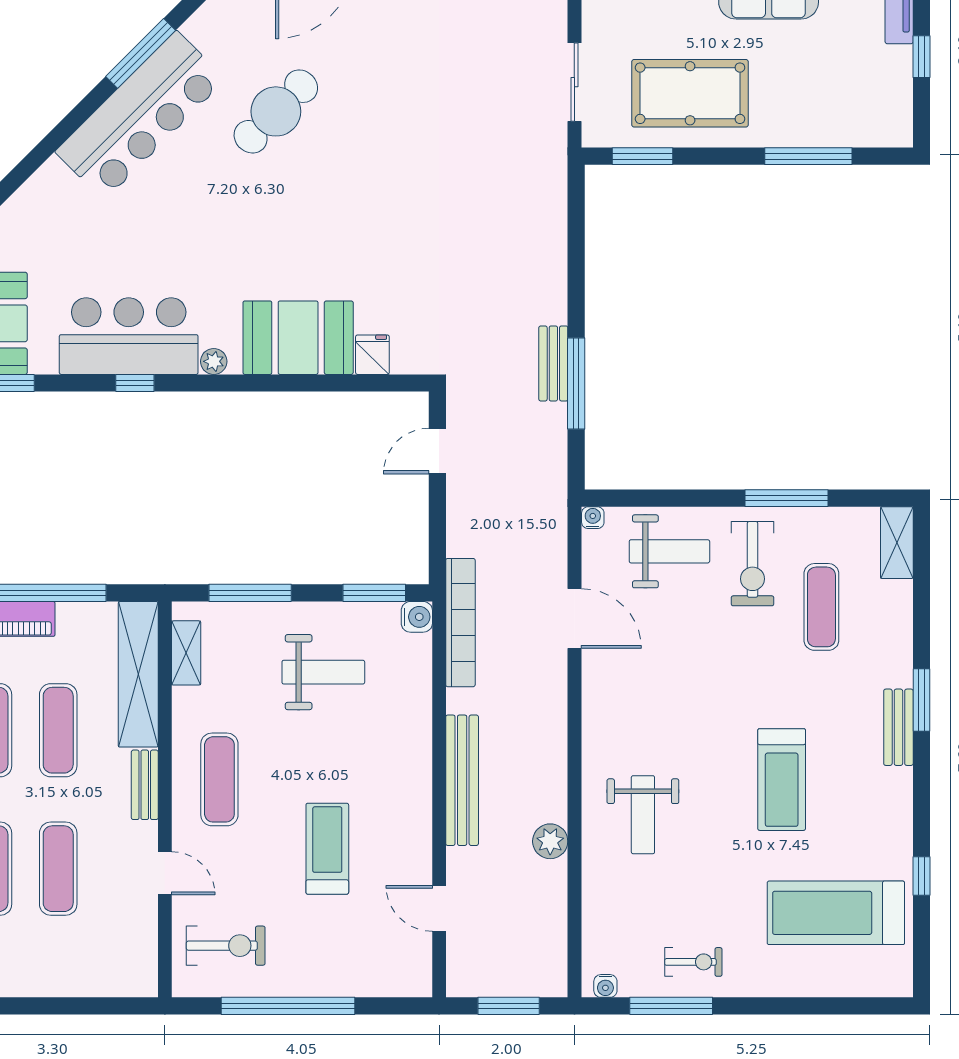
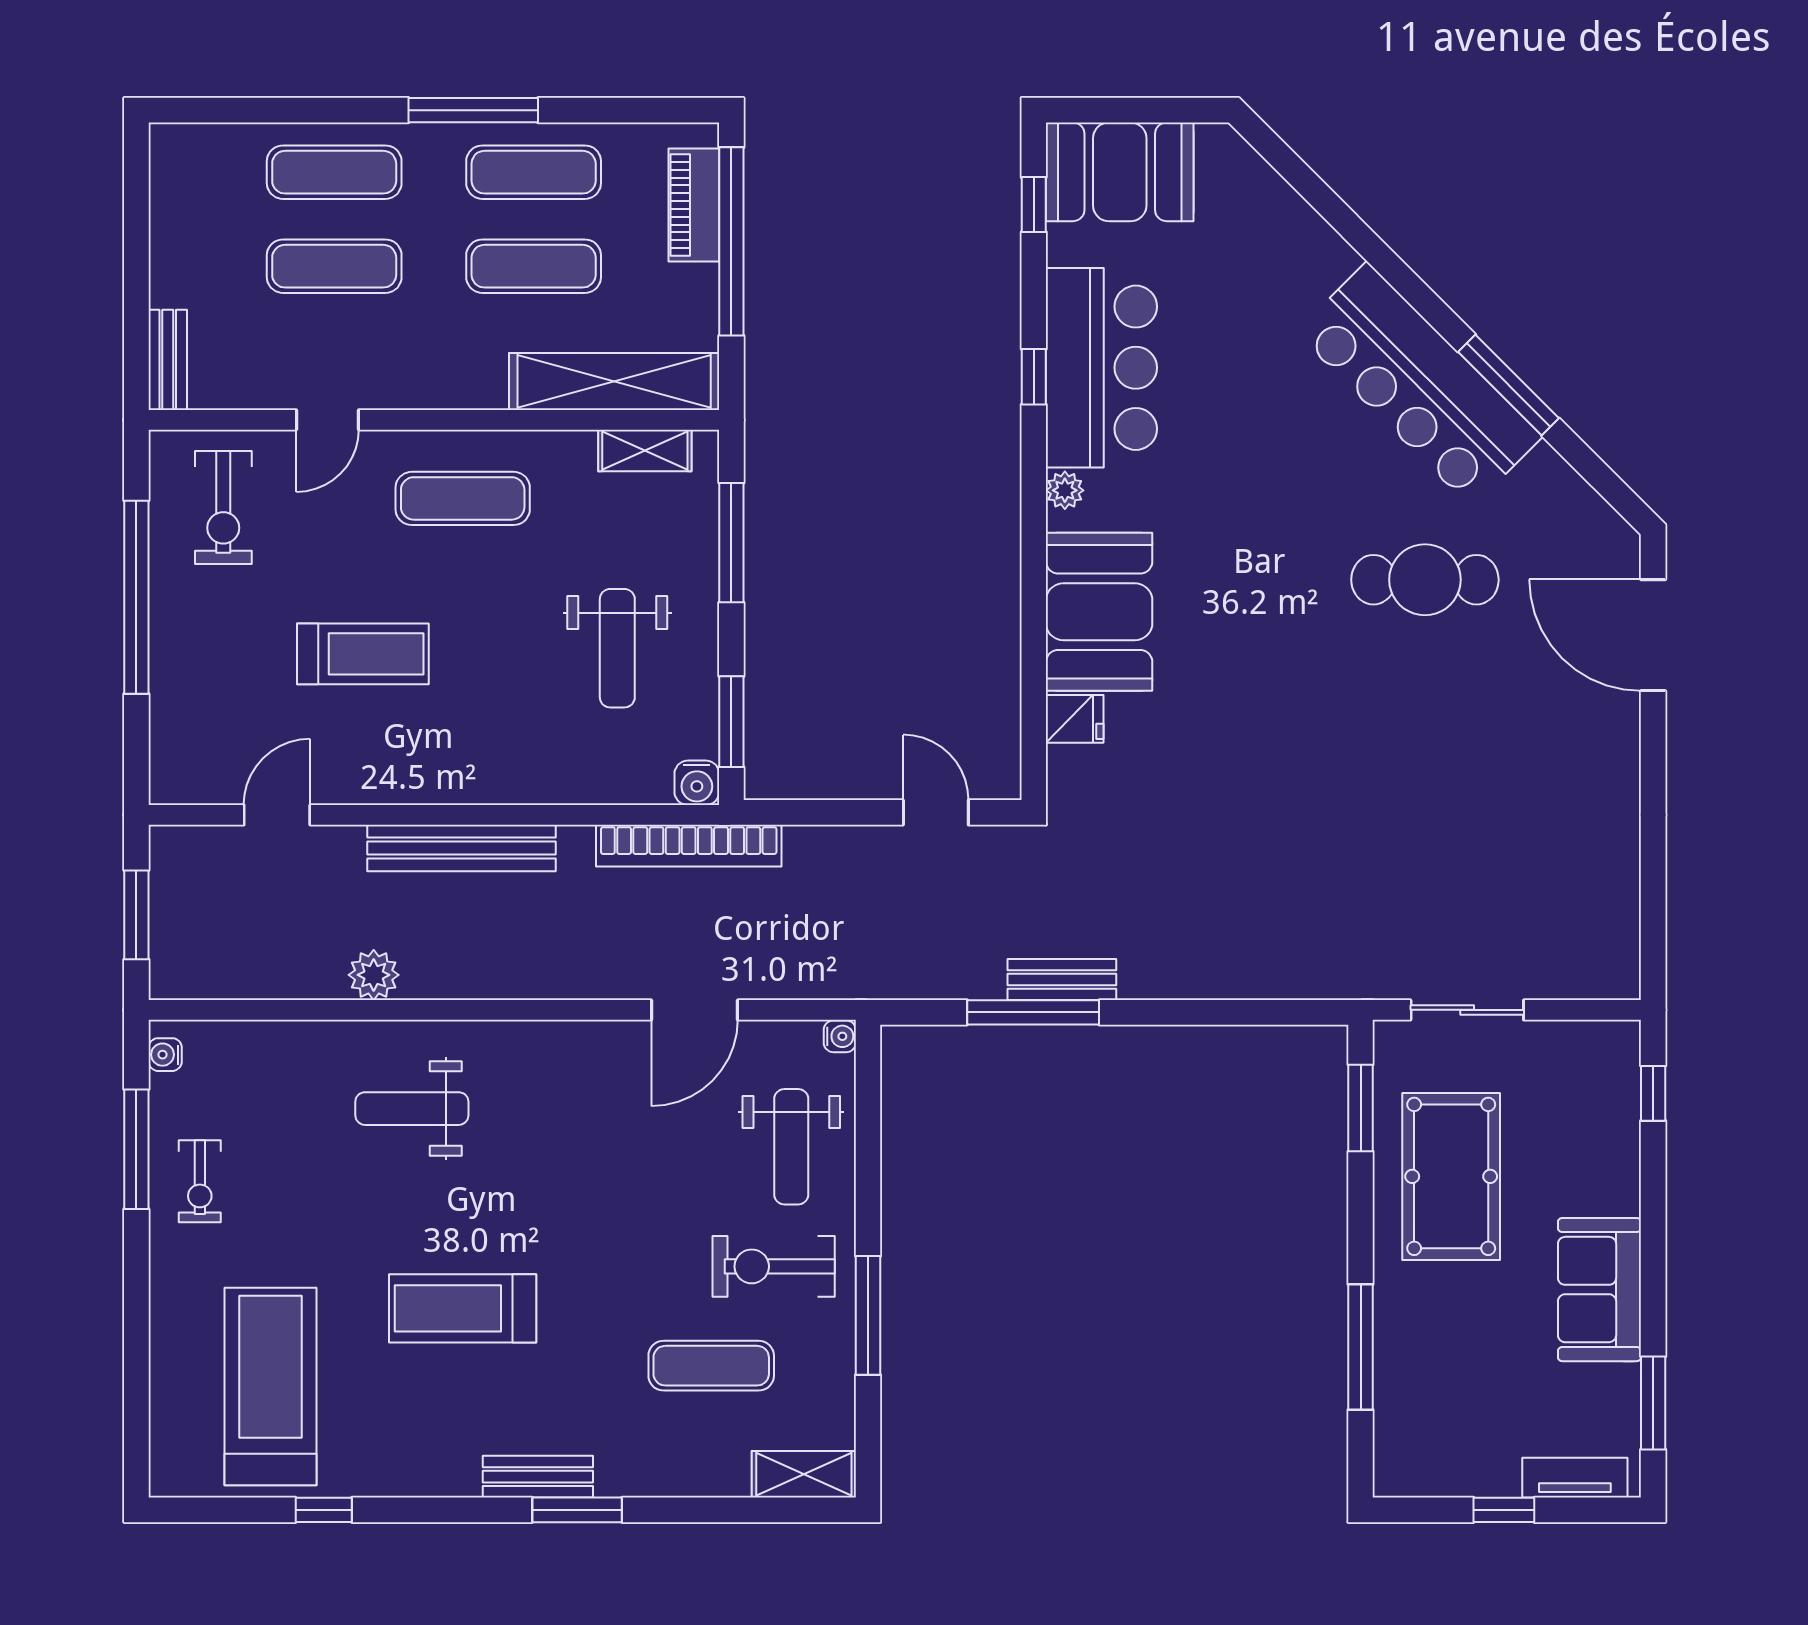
cafe table: (276, 111) -> (1425, 580), turned -45
bench: (145, 785) -> (168, 360), moved, turned 90

